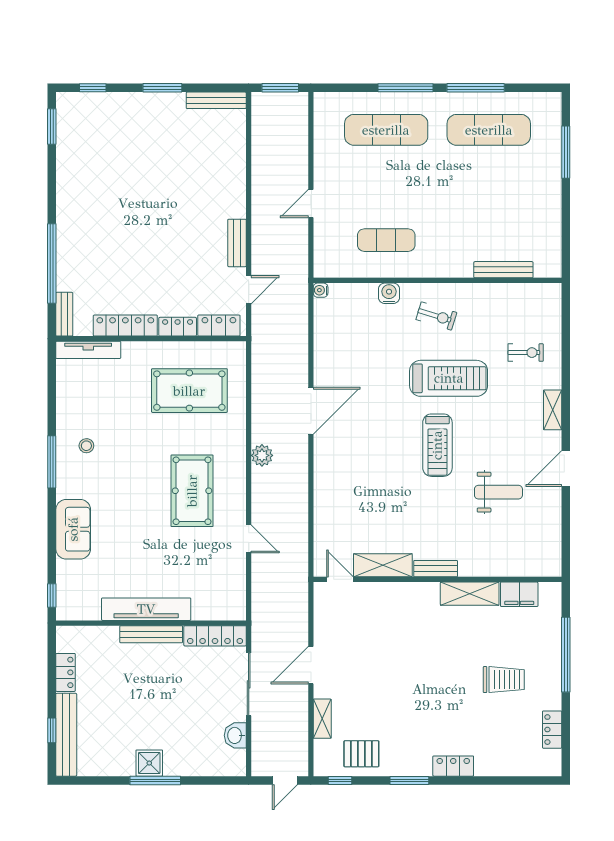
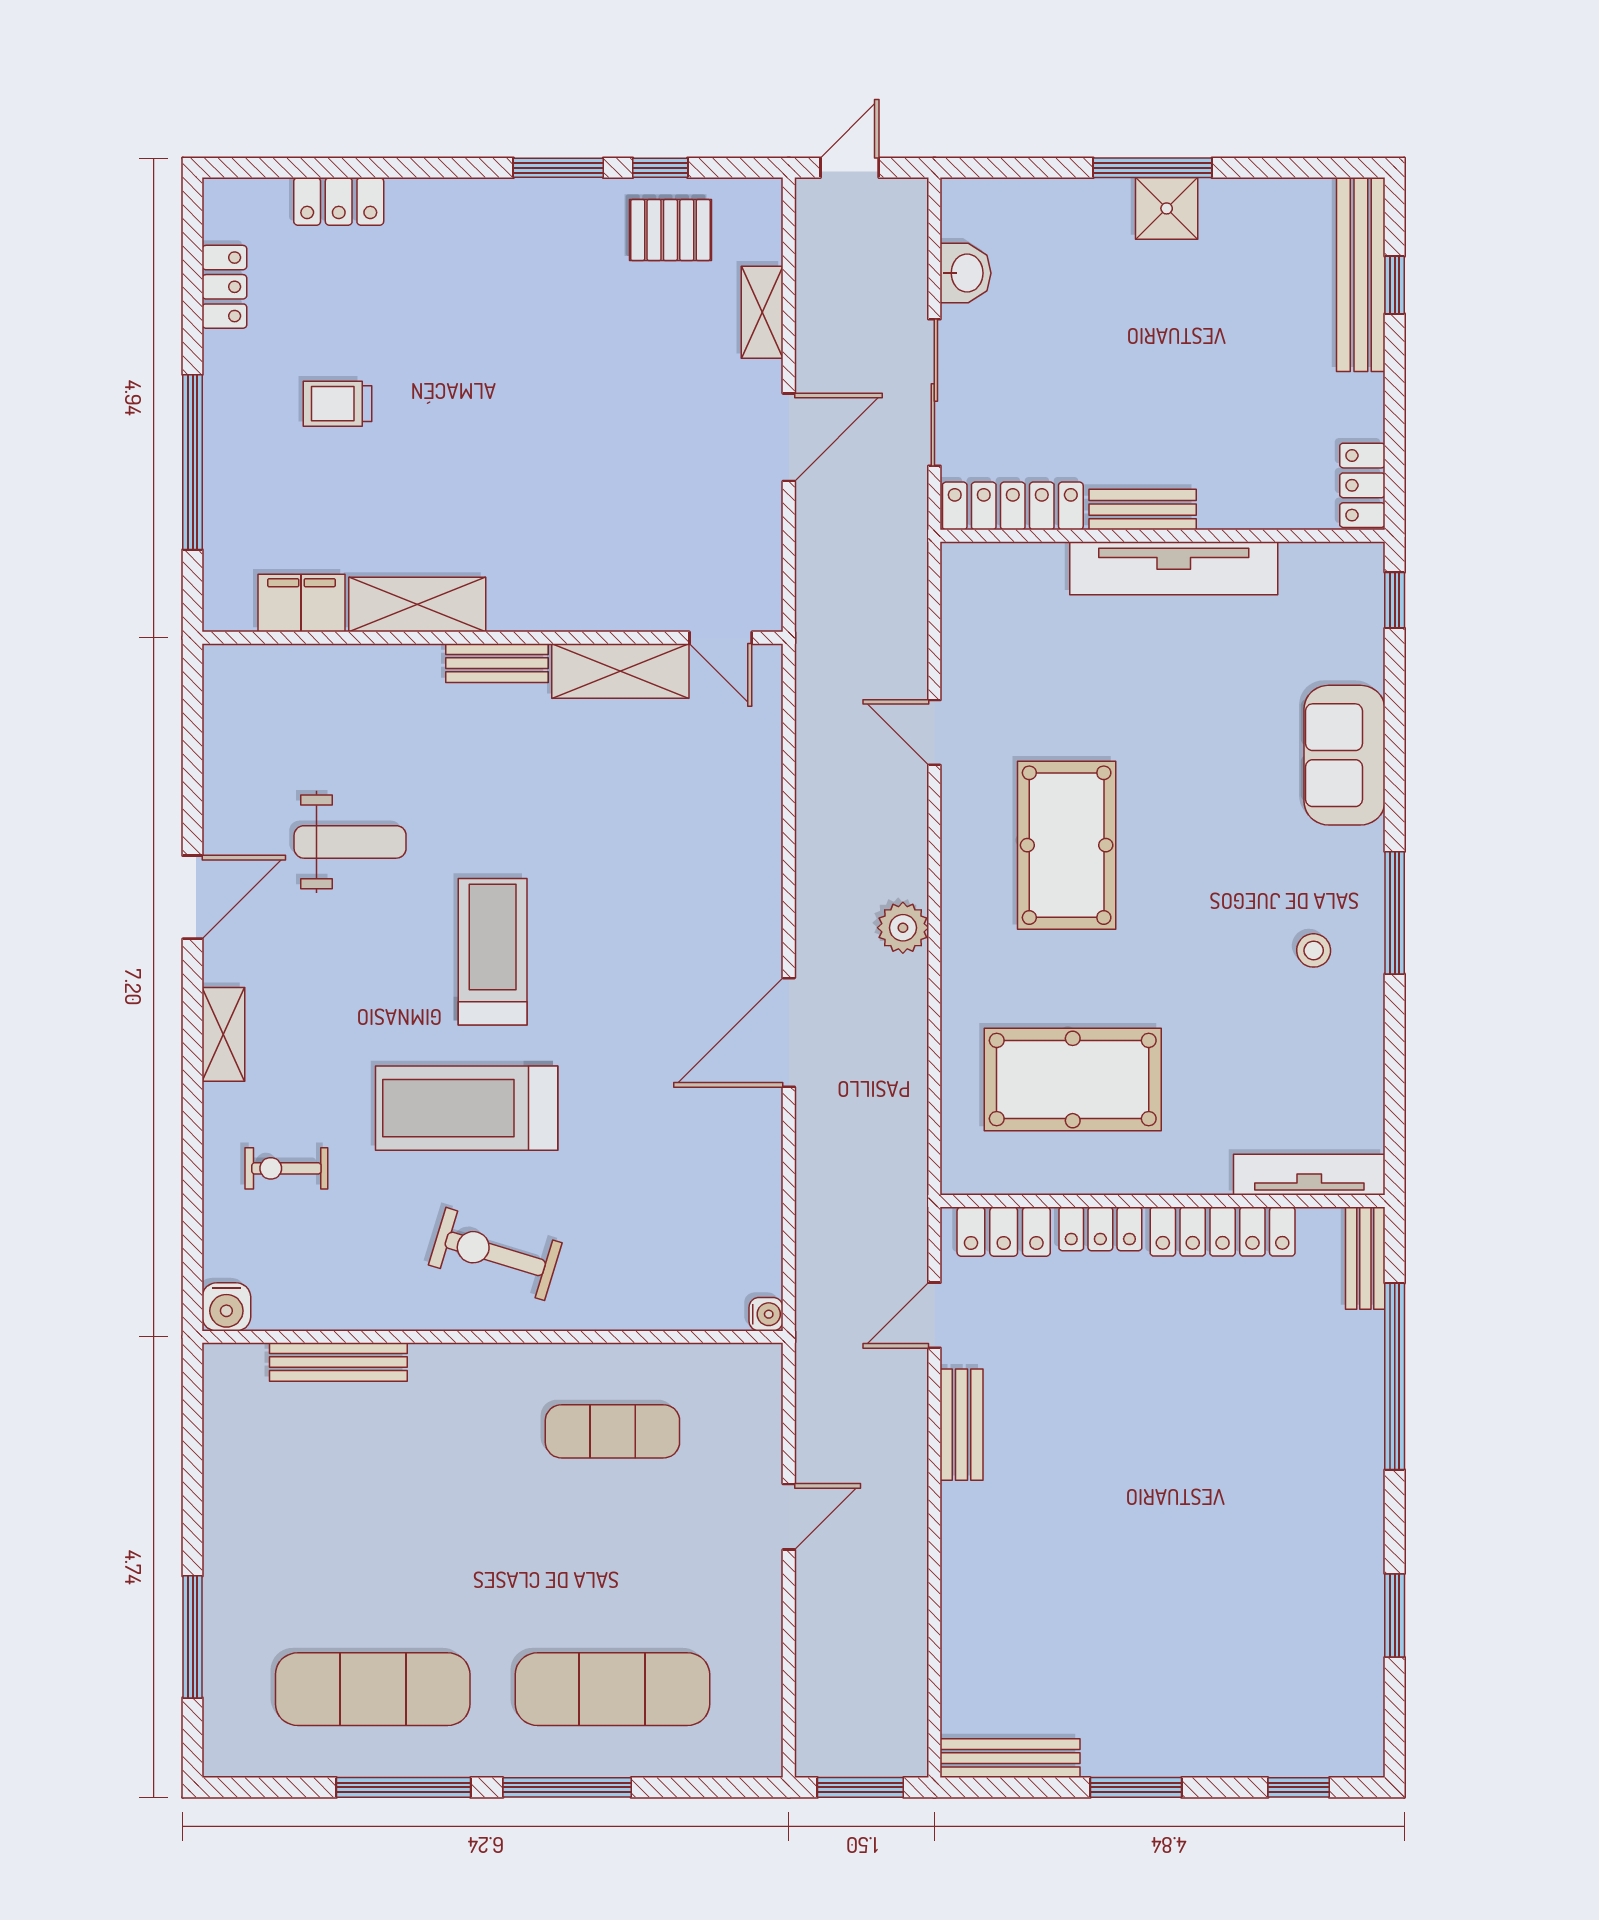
window: (52, 126) -> (1395, 1615), moved
water cooler: (389, 293) -> (226, 1307), moved
exercise bike: (436, 316) -> (495, 1254), width x1.38, depth x1.39
weight bench: (498, 492) -> (350, 842), turned 180
bench: (151, 634) -> (1143, 510), width x0.73
locker: (66, 672) -> (1362, 485), moved
trolley: (504, 680) -> (338, 404), width x0.73, depth x0.72
locker: (453, 766) -> (339, 201), moved
window: (340, 780) -> (660, 168), moved

